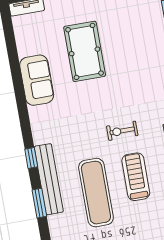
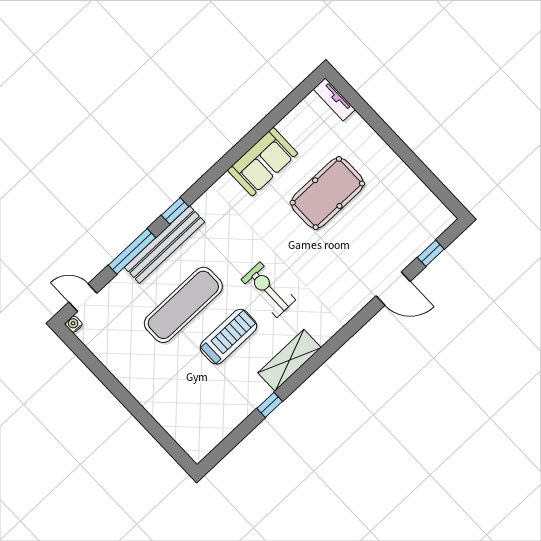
exercise bike: (122, 131) -> (268, 290), width x1.38, depth x1.39
window: (39, 203) -> (132, 251), width x1.44

